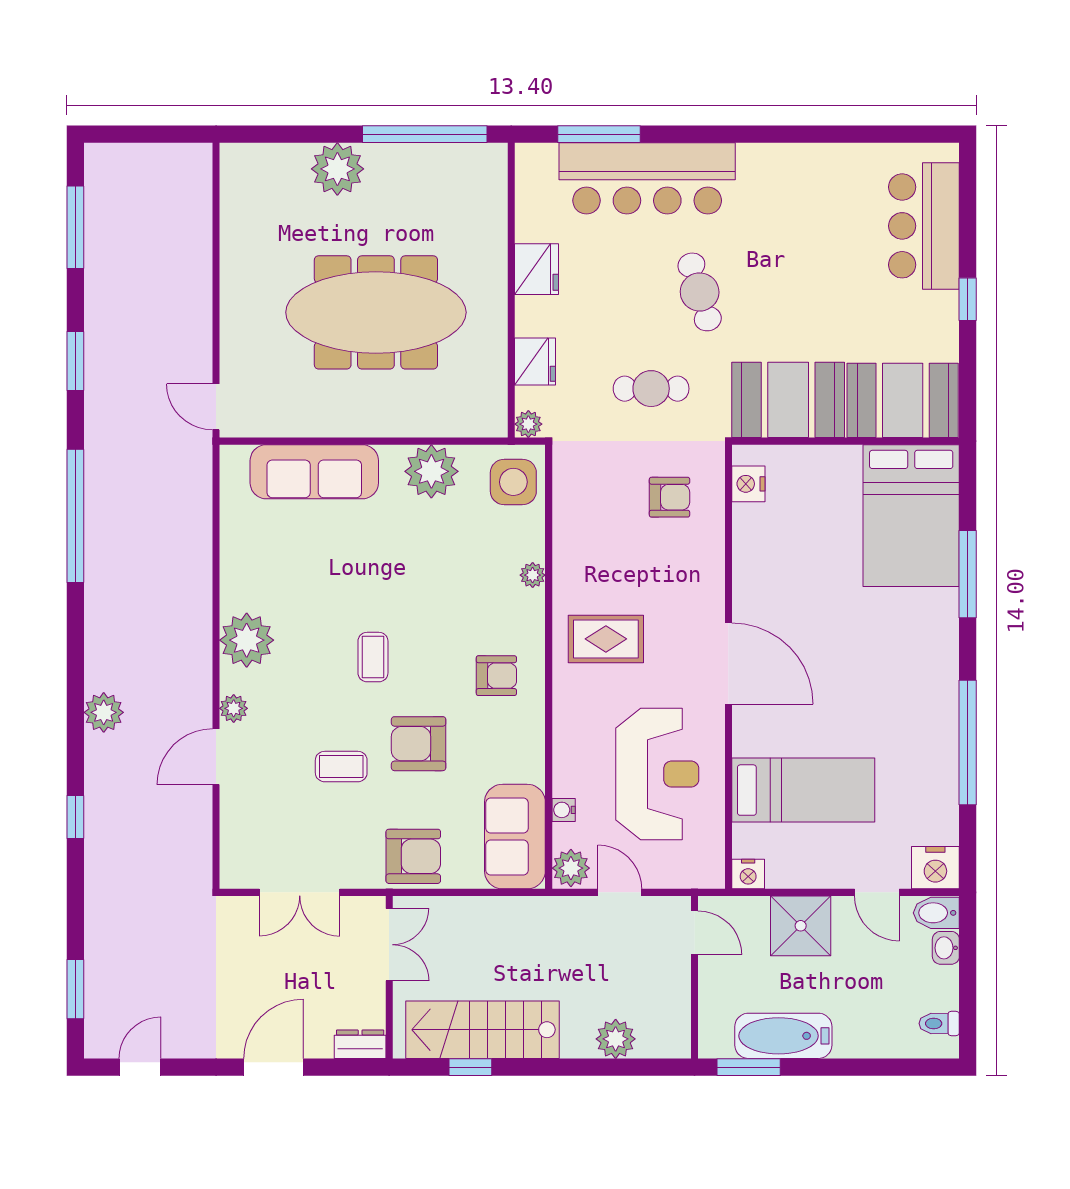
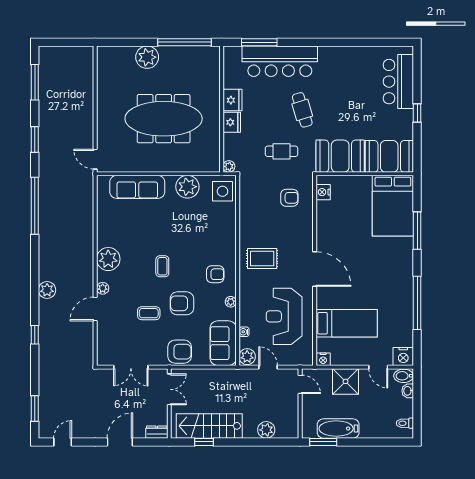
fridge: (535, 362) -> (232, 122), moved
plant: (533, 575) -> (231, 302), moved
reception desk: (657, 774) -> (284, 316), turned 180

